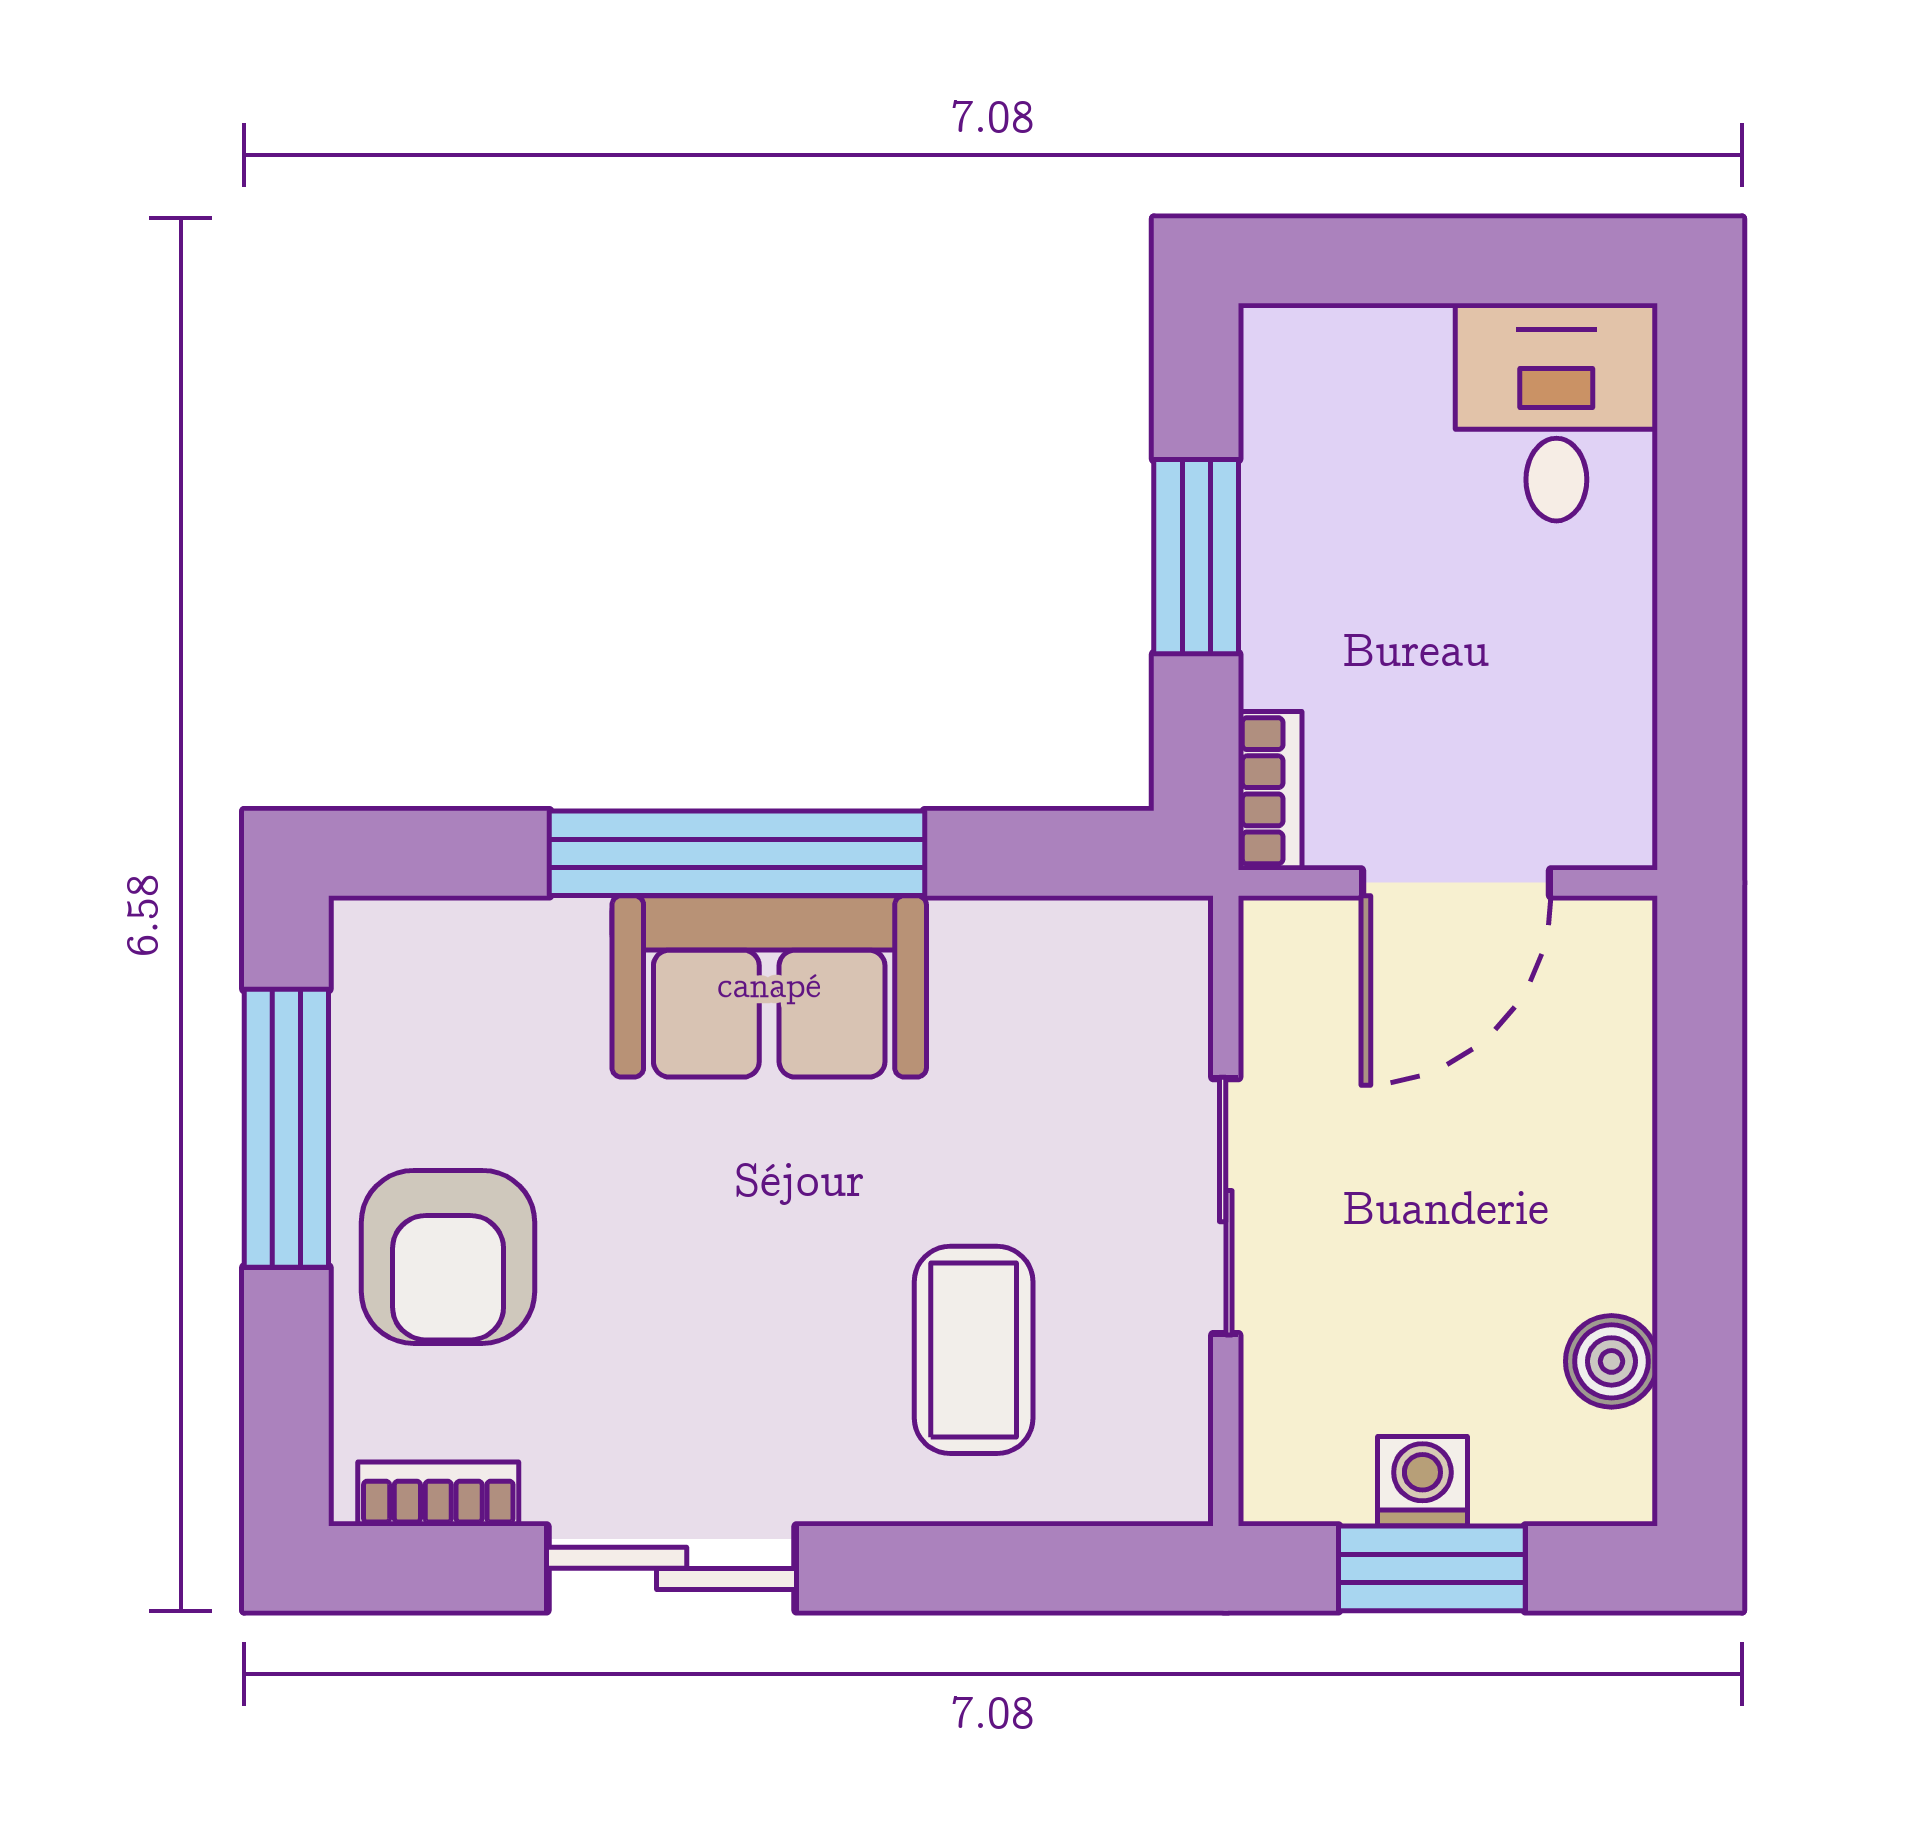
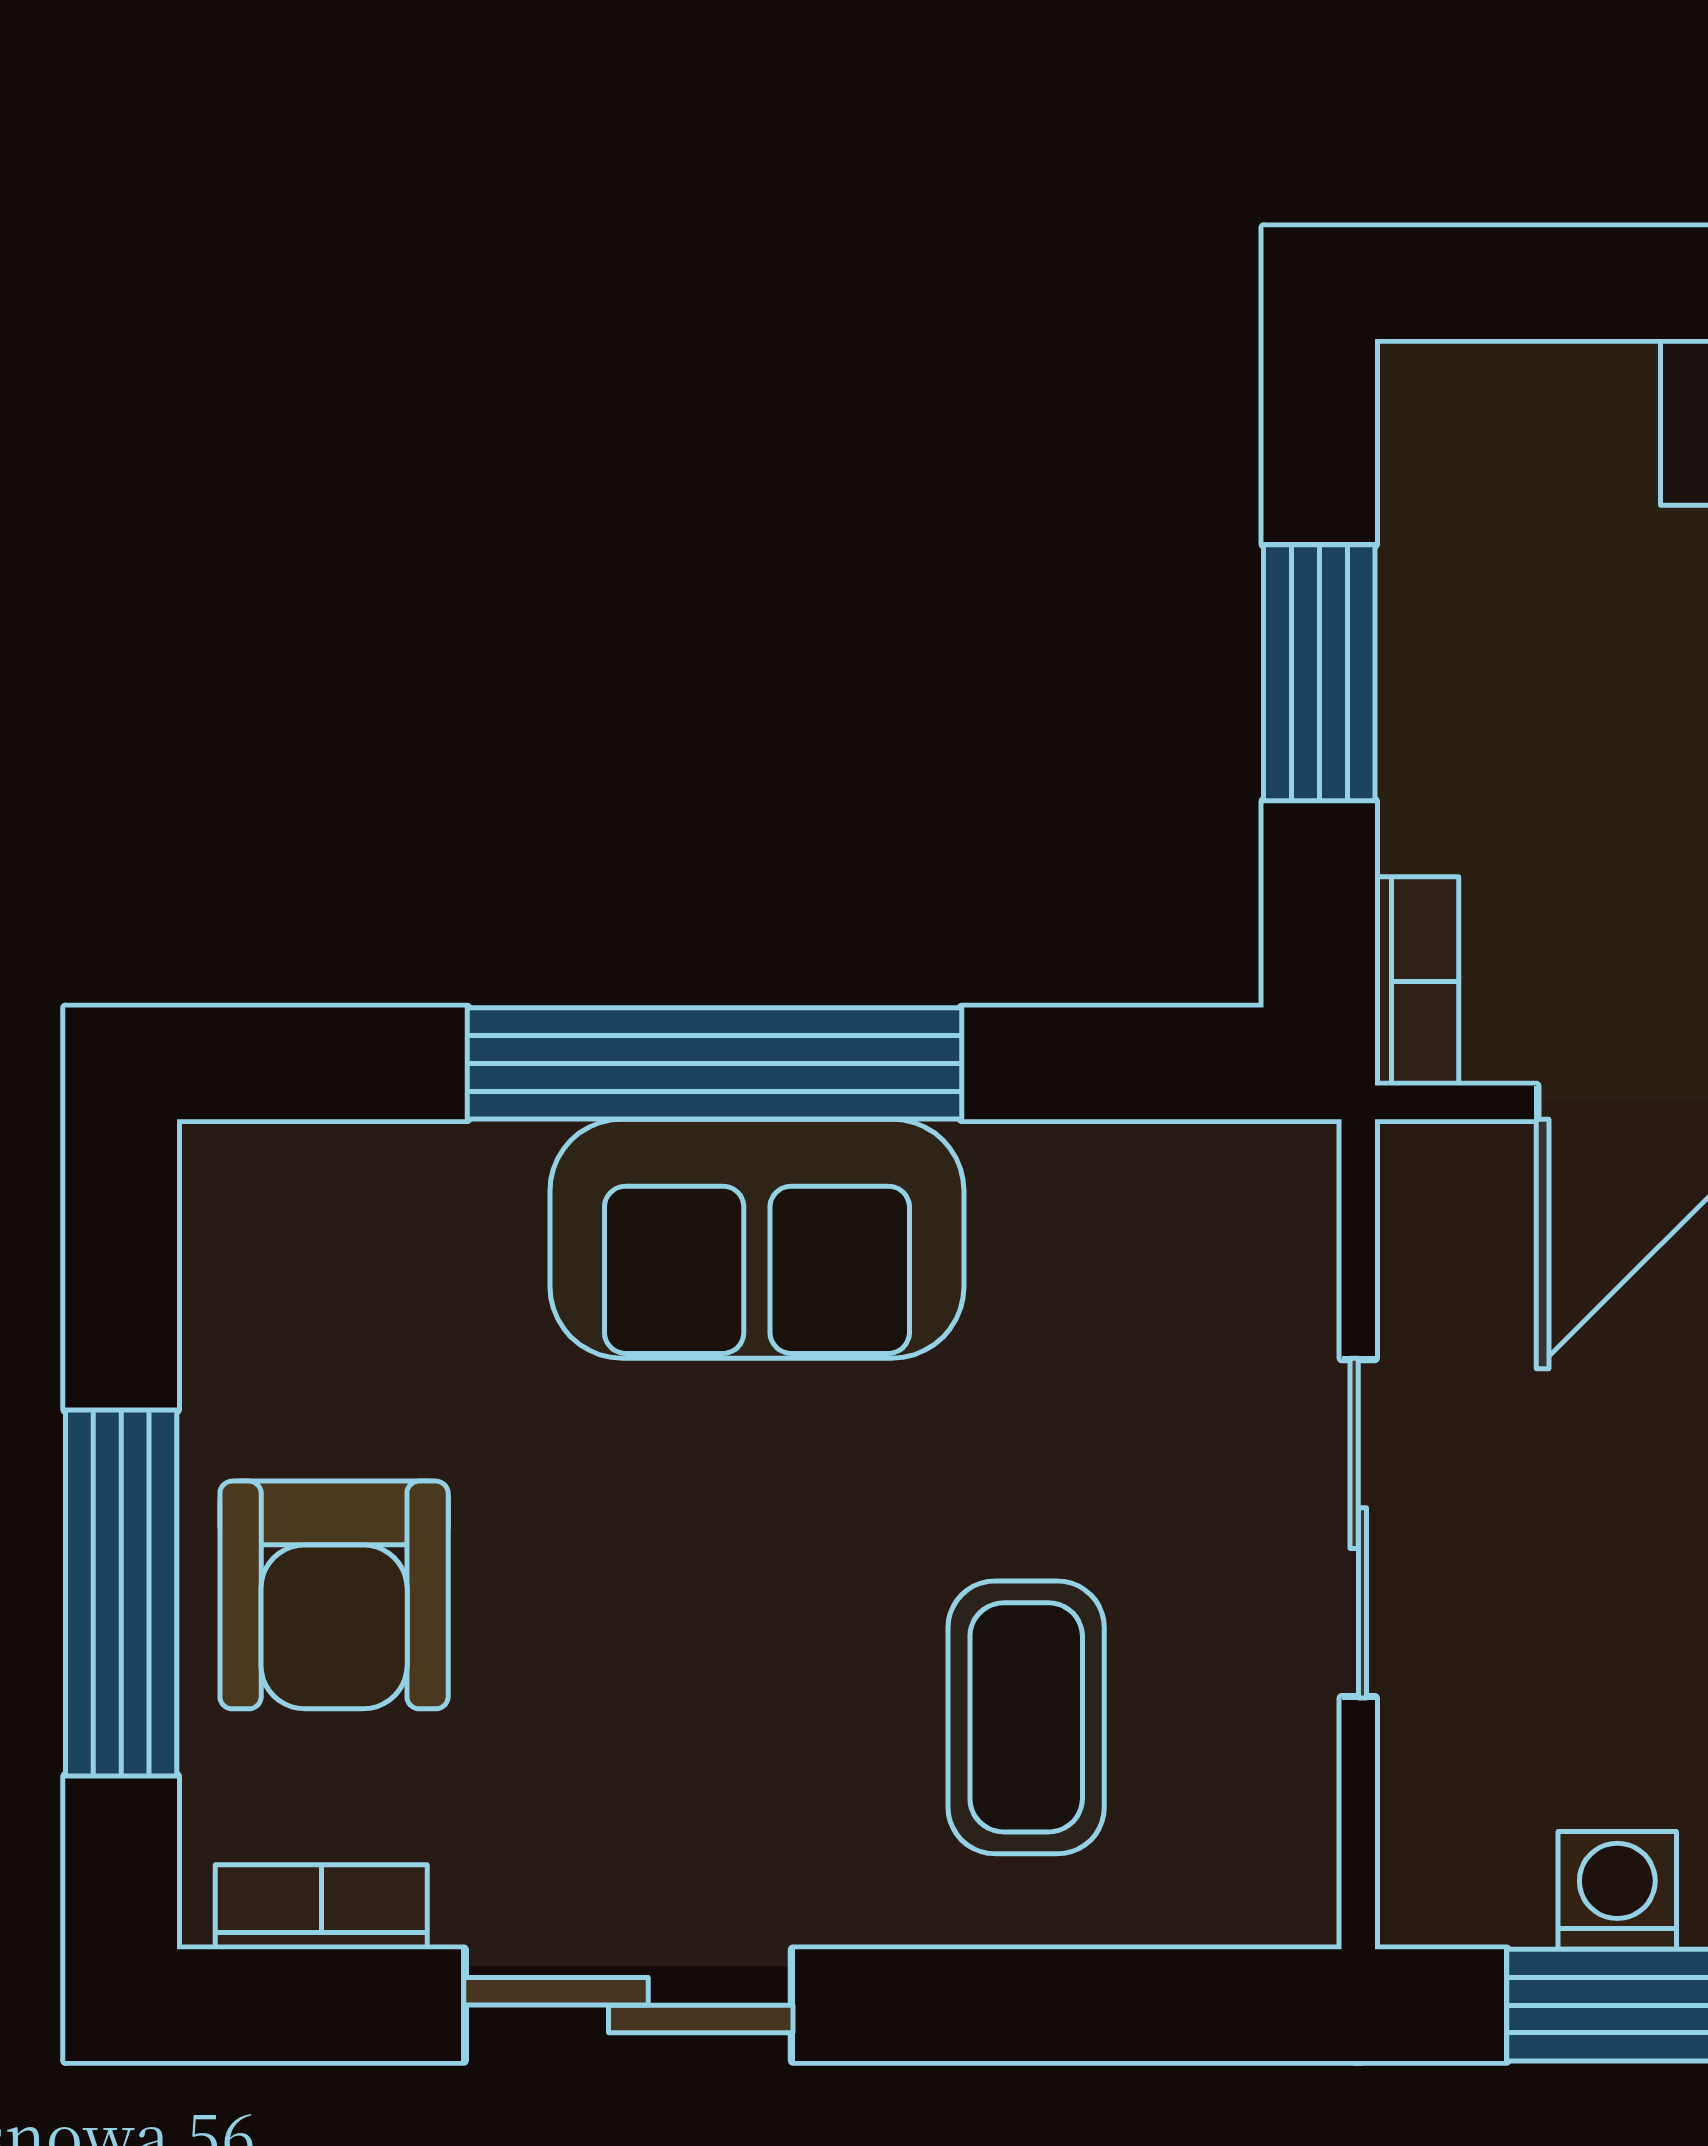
window: (286, 1128) -> (121, 1593), moved

